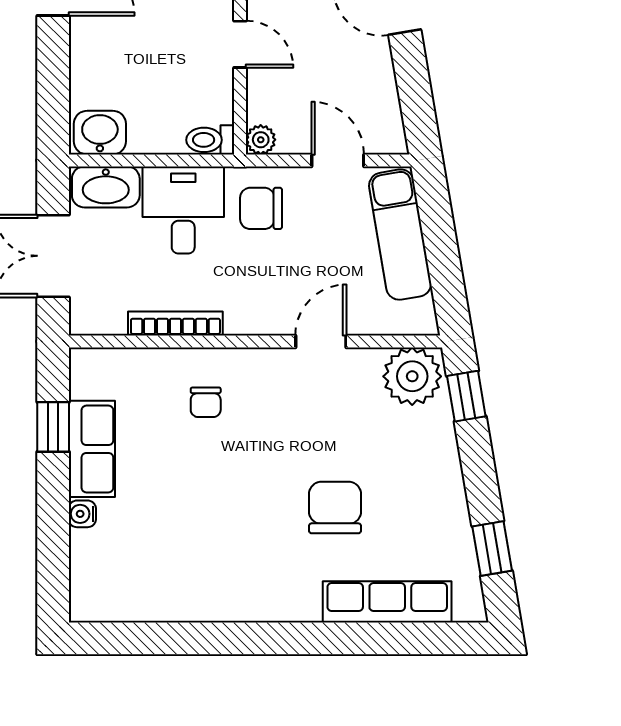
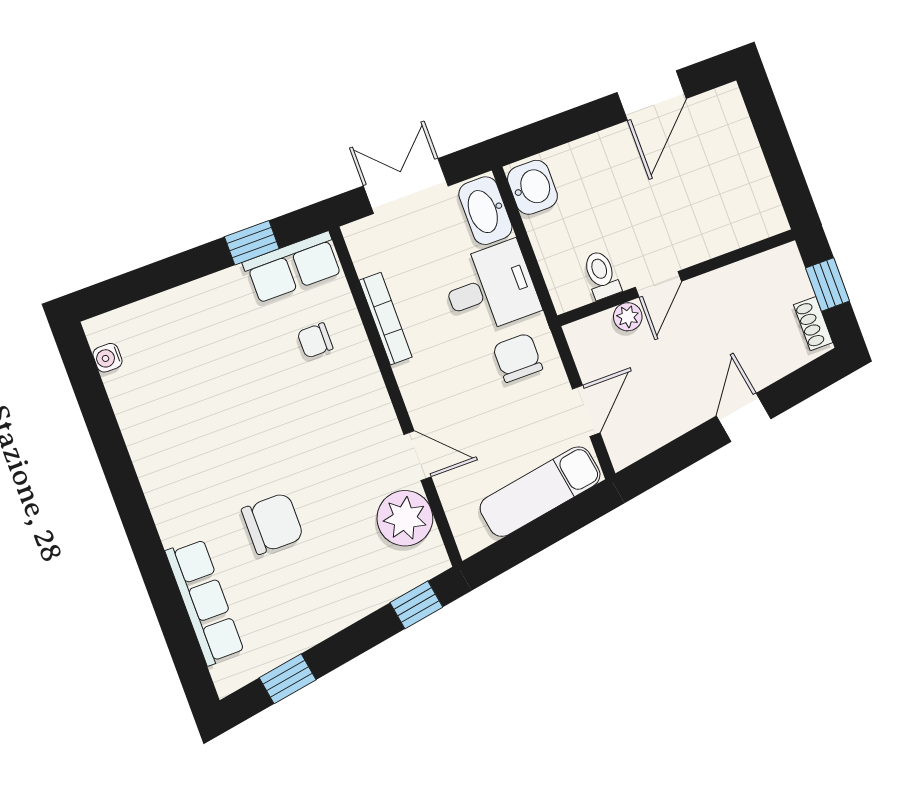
toilet: (210, 140) -> (601, 275), moved
plant: (261, 140) -> (628, 317), moved
plant: (412, 376) -> (405, 518), moved
chair: (206, 402) -> (315, 340), moved
row of seats: (92, 449) -> (293, 267), moved
water cooler: (82, 514) -> (107, 358), moved, turned -90

